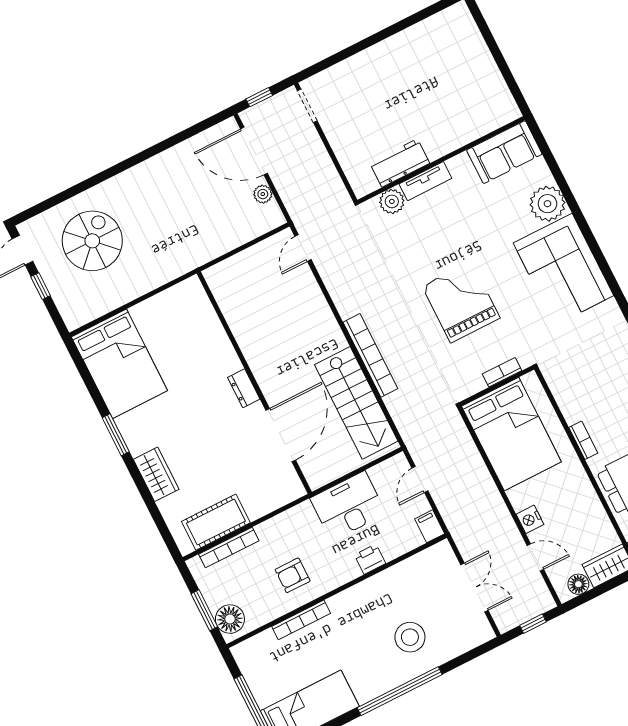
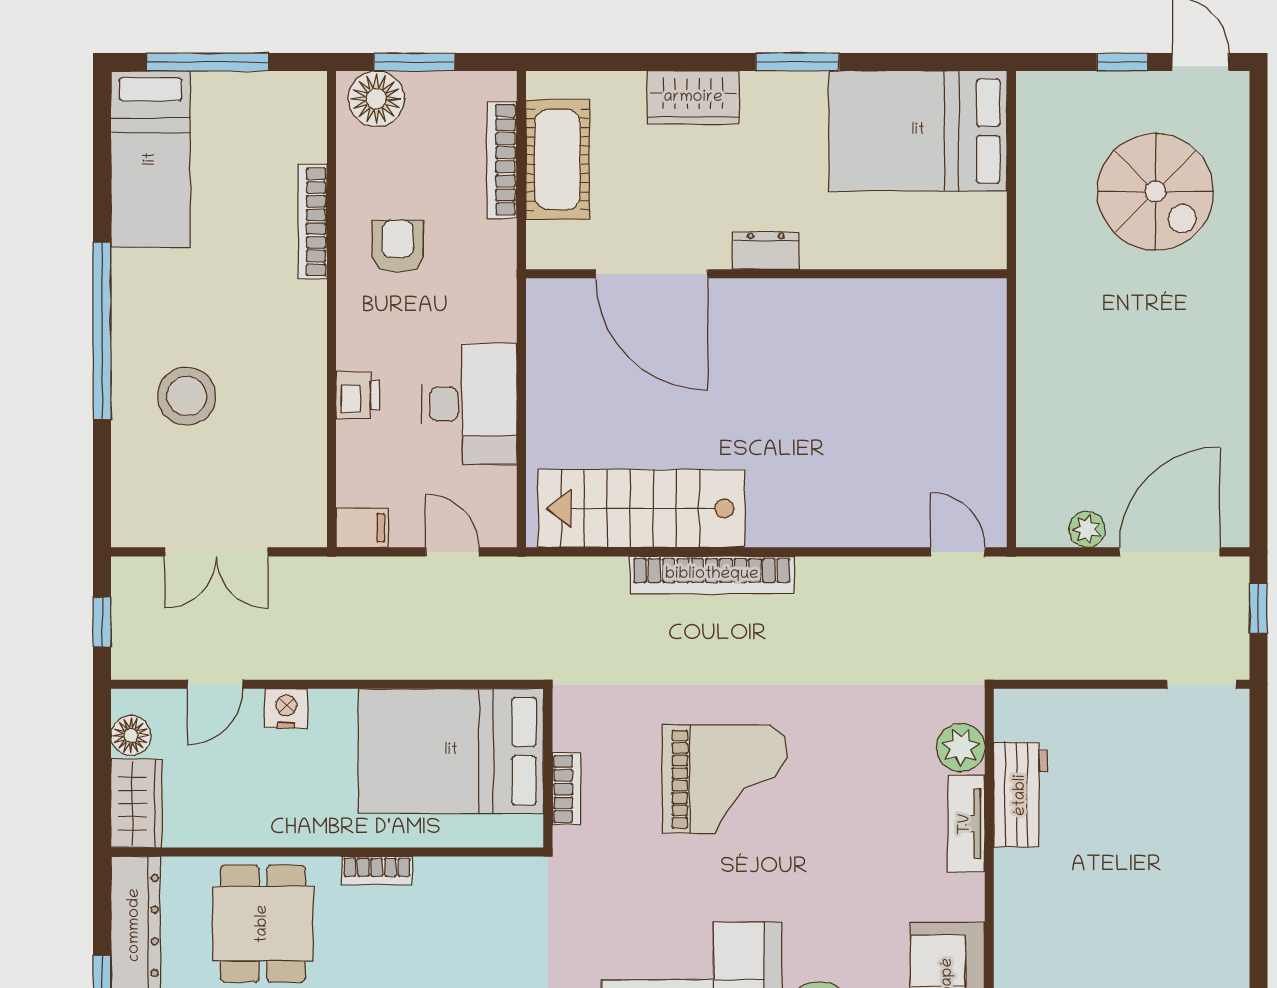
wall: (254, 383) -> (766, 274), moved
dresser: (244, 388) -> (766, 251), moved
door: (281, 435) -> (652, 274), moved

